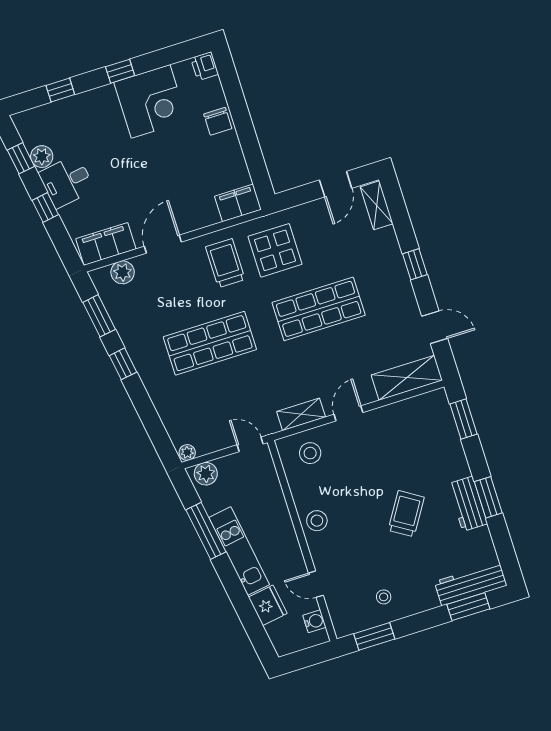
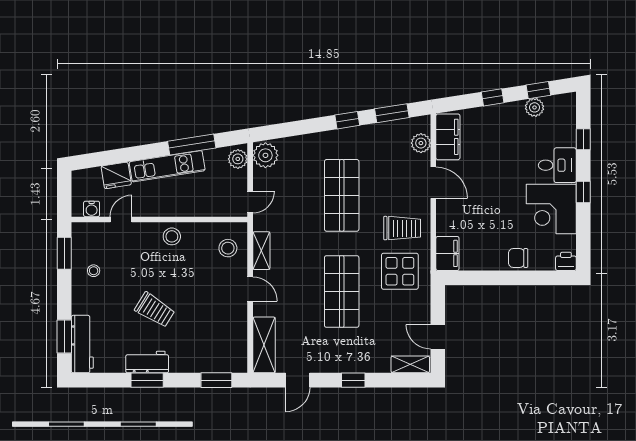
desk: (67, 181) -> (557, 165), moved, turned 99
plant: (187, 452) -> (265, 155), width x1.88, depth x1.88

